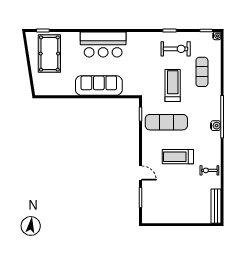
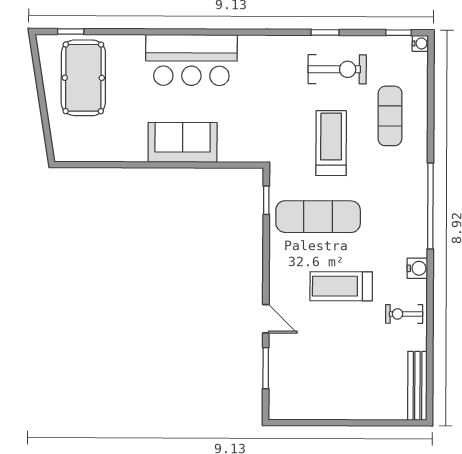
sofa: (99, 85) -> (183, 142), width x0.73
water cooler: (216, 126) -> (417, 268), moved

